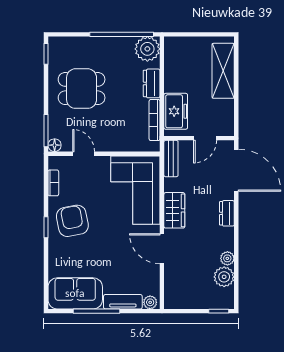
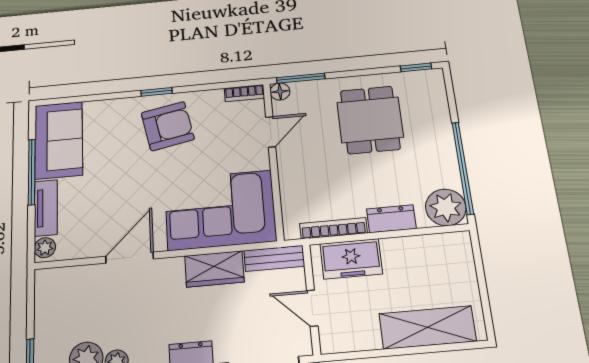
bookcase: (53, 183) -> (244, 93), moved
wardrobe: (174, 210) -> (214, 269), moved

